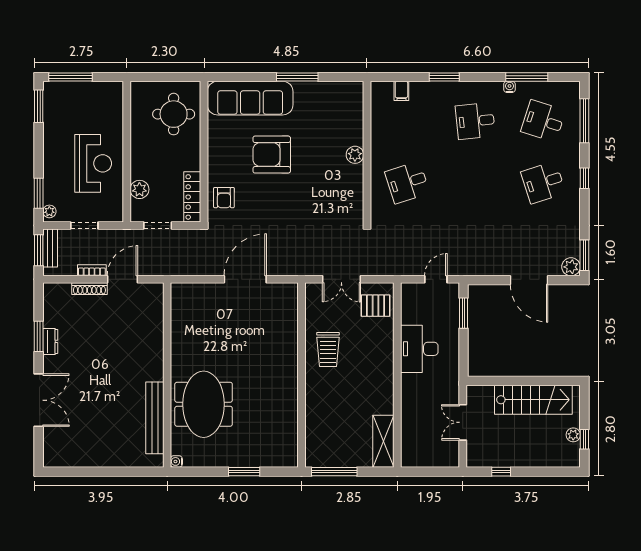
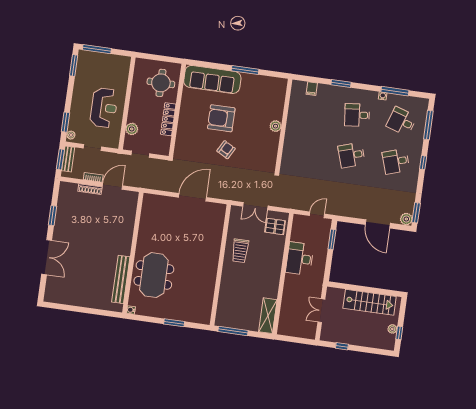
desk: (407, 182) -> (352, 155), moved
locker: (192, 197) -> (168, 119), moved
armchair: (224, 198) -> (226, 150), moved, turned -151
dresser: (50, 341) -> (60, 220), removed

